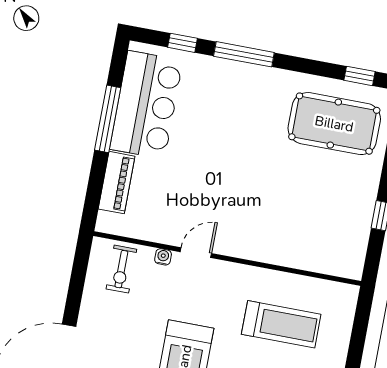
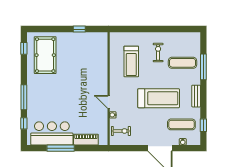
treadmill: (281, 324) -> (131, 61), turned 180

